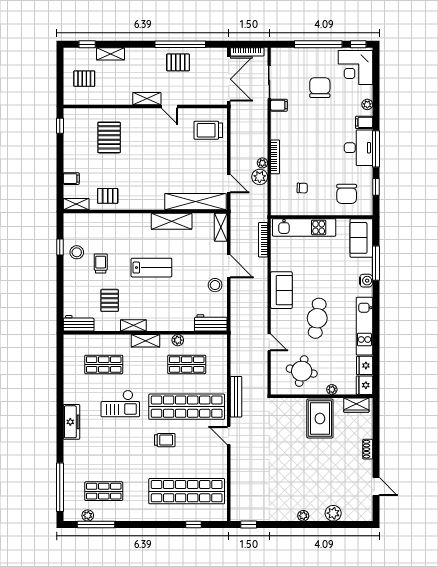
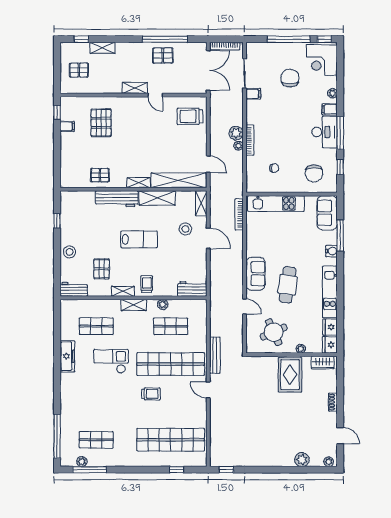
plant: (260, 177) -> (236, 133), moved
filing cabinet: (71, 179) -> (67, 126), moved
shelving: (76, 204) -> (139, 183), moved
workbench: (127, 222) -> (117, 199), added
stool: (77, 252) -> (70, 252), moved
trolley: (101, 263) -> (147, 284), moved
stool: (215, 285) -> (185, 229), moved
sofa: (281, 290) -> (255, 274), moved
round table: (302, 371) -> (274, 332), turned -36
checkout: (120, 404) -> (111, 361), turned 180
freezer: (71, 422) -> (67, 356), moved
plant: (303, 516) -> (329, 462), moved

